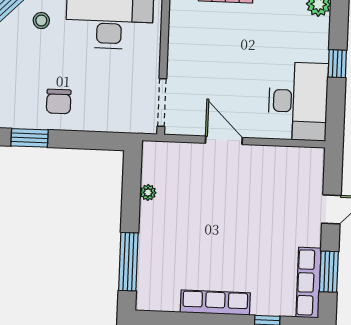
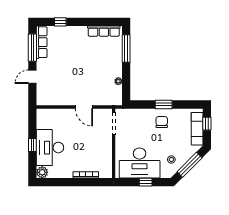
desk: (298, 101) -> (50, 148), moved
window: (30, 138) -> (164, 104), moved
window: (329, 272) -> (32, 48), width x1.44
row of seats: (215, 303) -> (104, 31), moved

